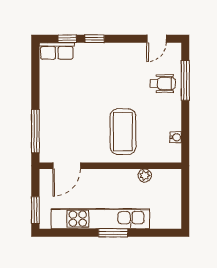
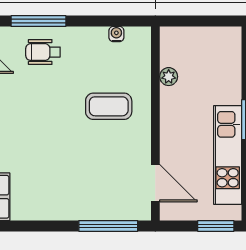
wheelchair: (163, 84) -> (43, 52), turned -90
coffee table: (123, 132) -> (109, 106), width x0.73, depth x0.76
kitchen unit: (100, 219) -> (228, 155), width x0.73

